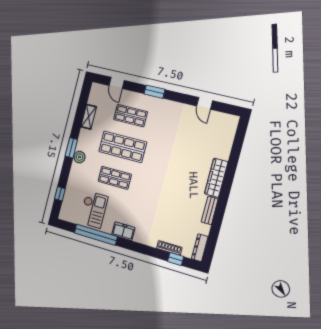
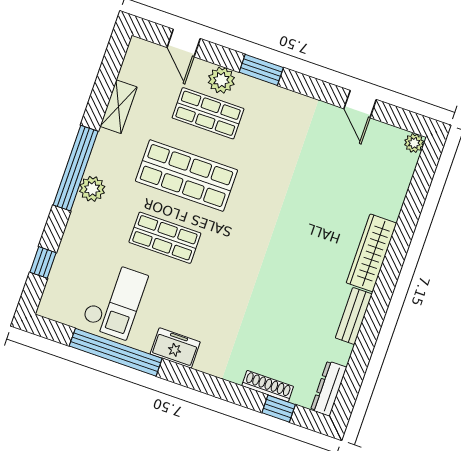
plant: (136, 99) -> (221, 80), added
plant: (234, 120) -> (414, 143), added
window: (71, 148) -> (76, 168), width x2.11

